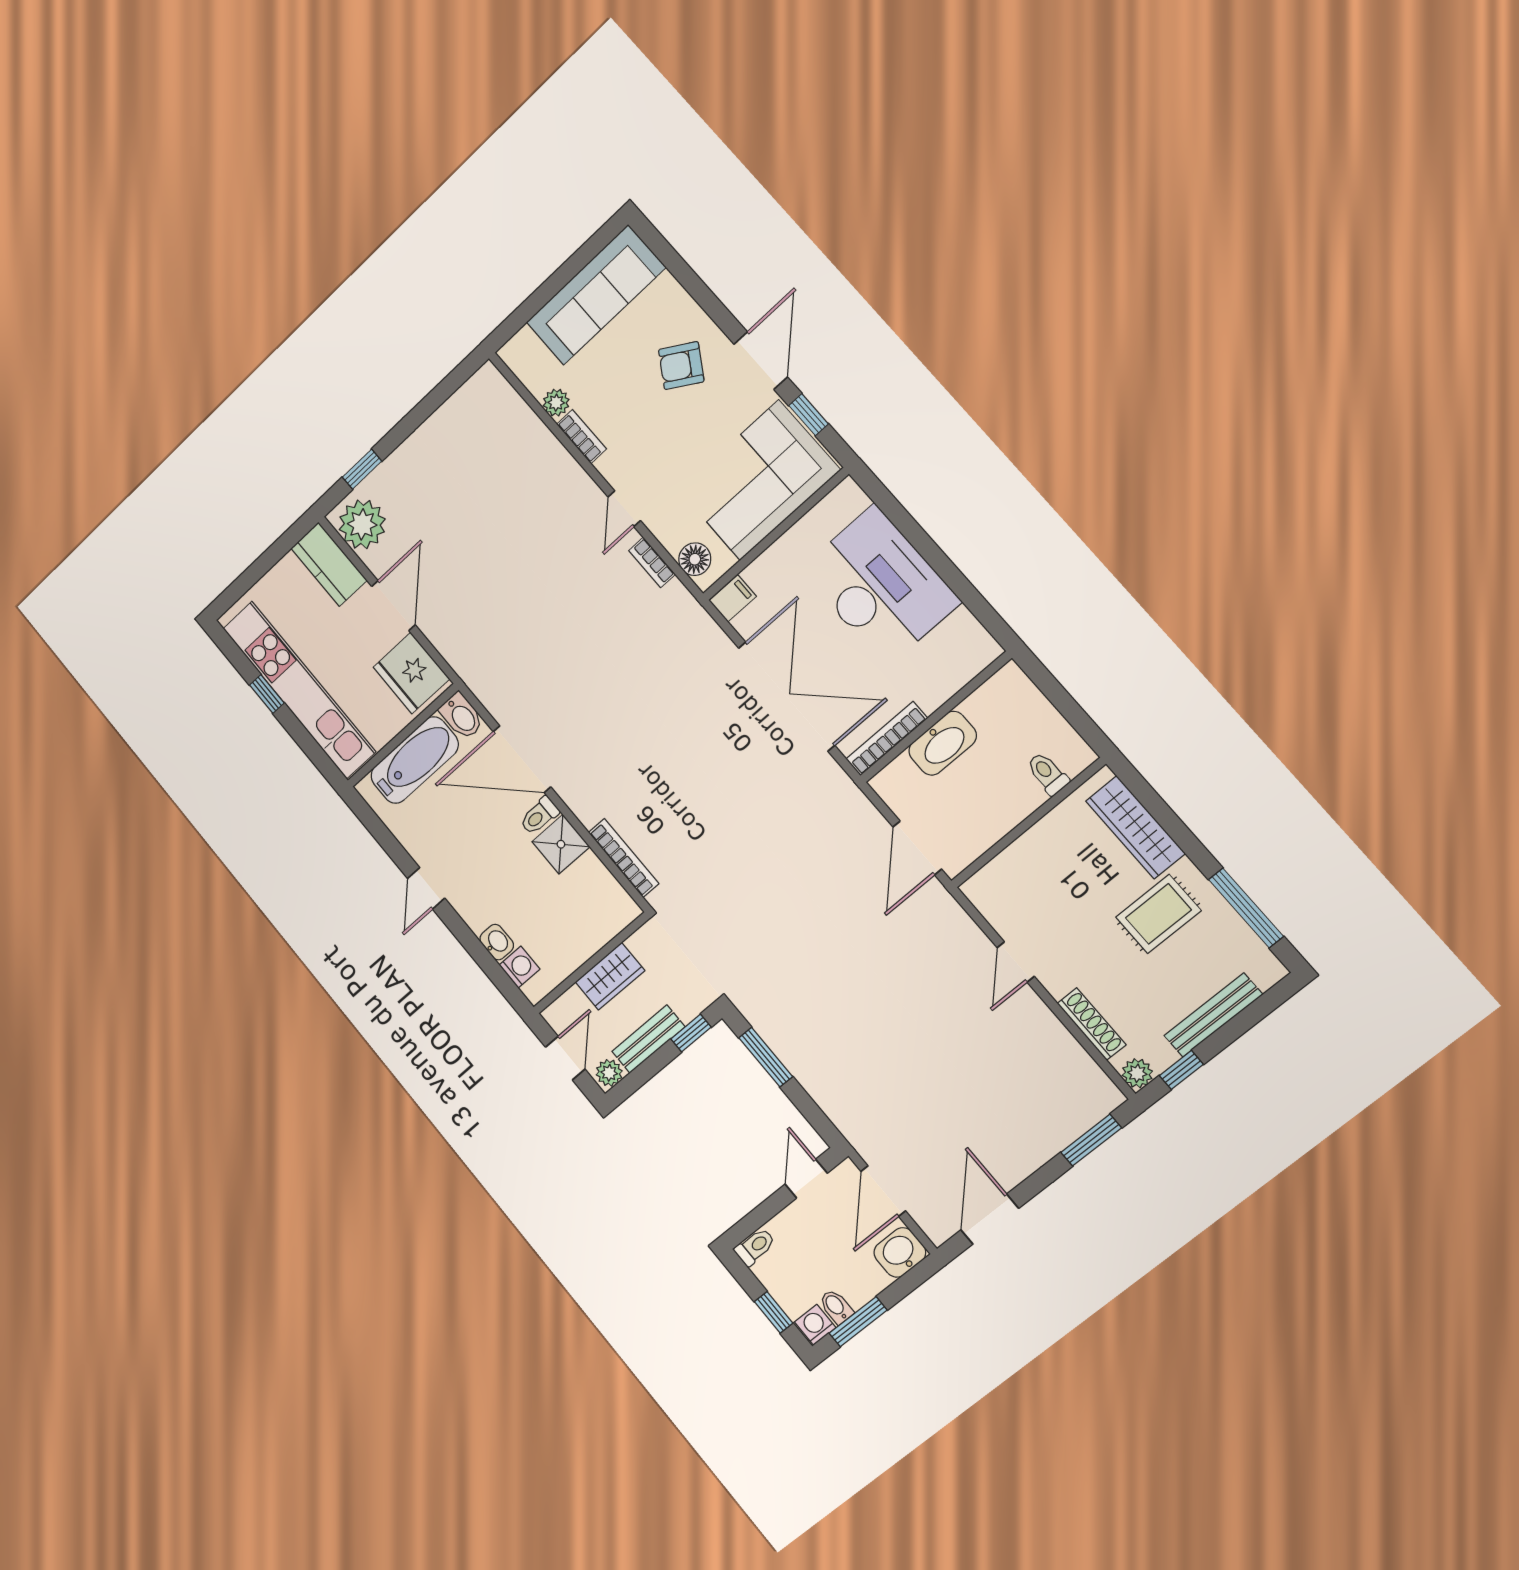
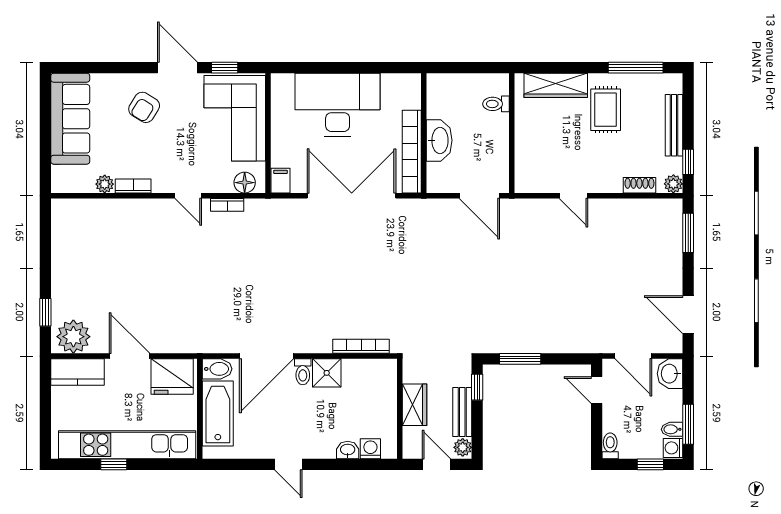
bookcase: (887, 739) -> (412, 152), width x1.48, depth x1.31
shoe rack: (1092, 1024) -> (639, 185), width x0.70

